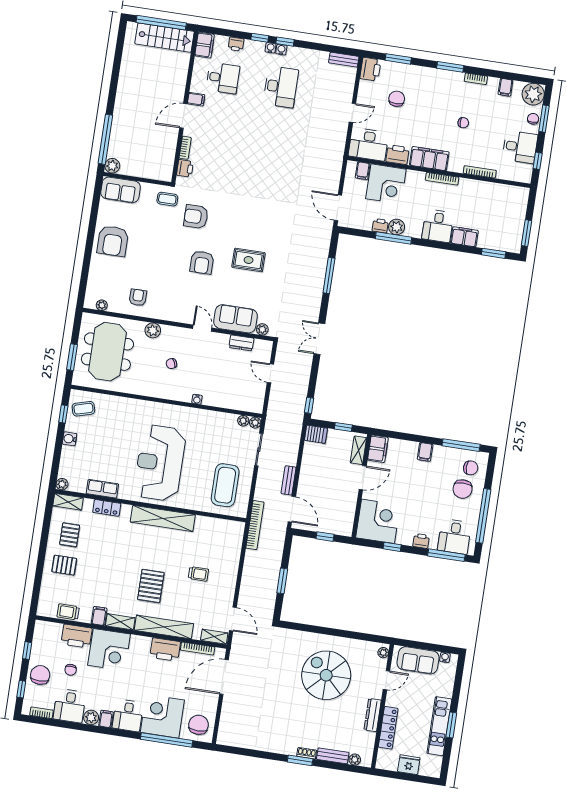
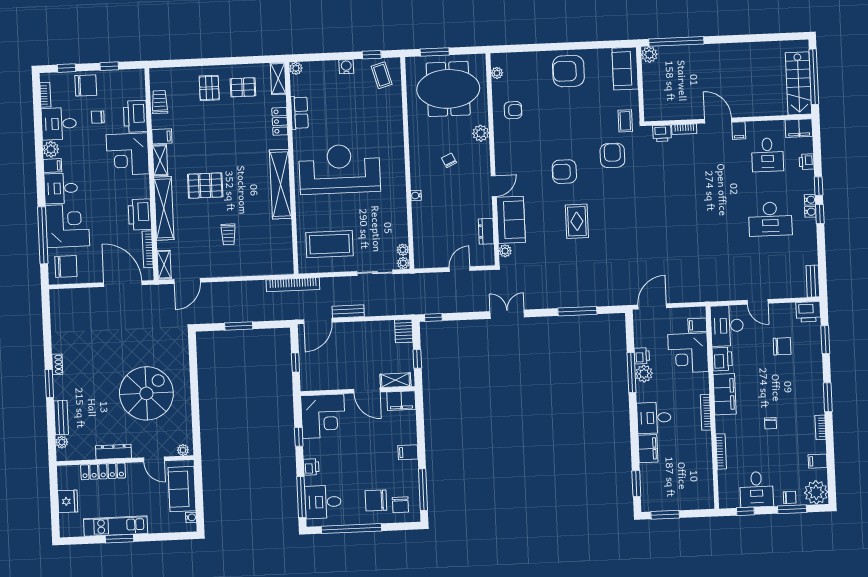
shoe rack: (307, 753) -> (57, 364), moved

